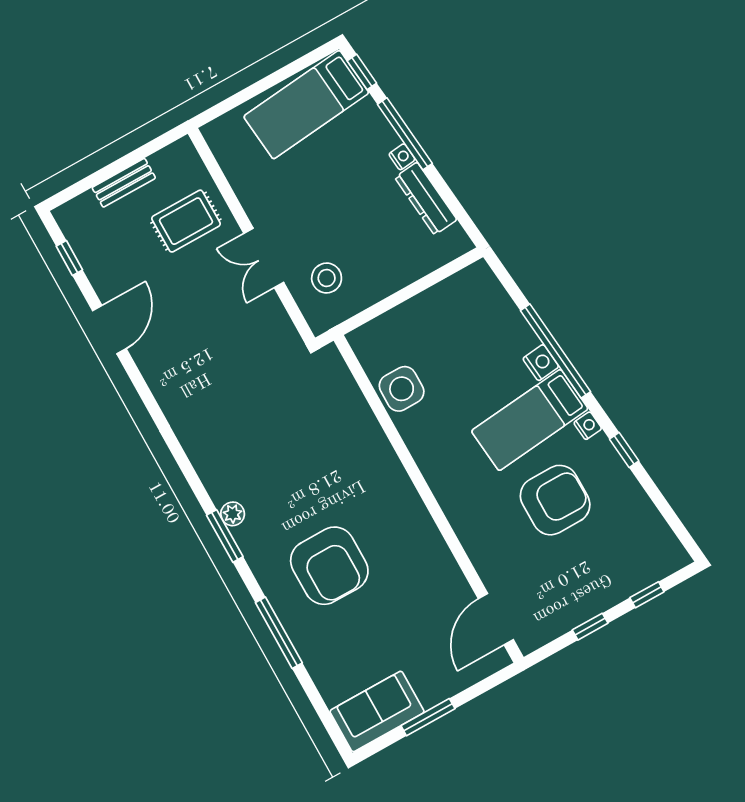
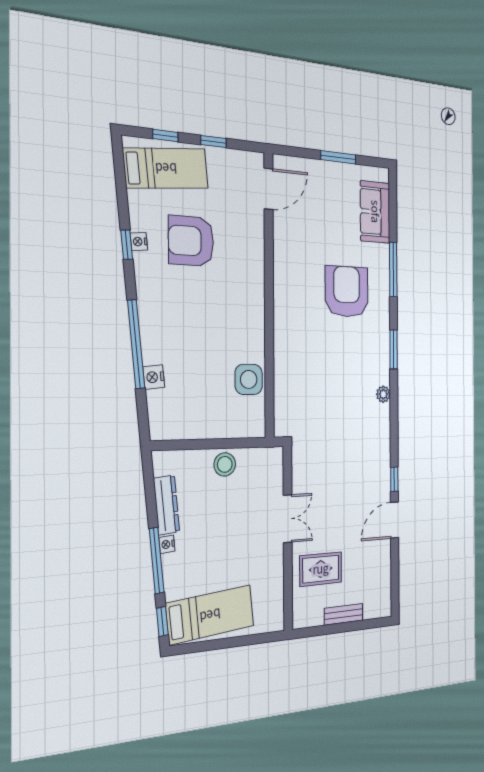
window: (69, 258) -> (394, 479), moved
stool: (327, 278) -> (225, 464), moved
nightstand: (541, 363) -> (154, 377), moved
bed: (530, 420) -> (166, 168), moved
nightstand: (588, 426) -> (139, 242), moved
plant: (233, 514) -> (383, 394), moved
sofa: (377, 711) -> (375, 212), moved, turned 90

